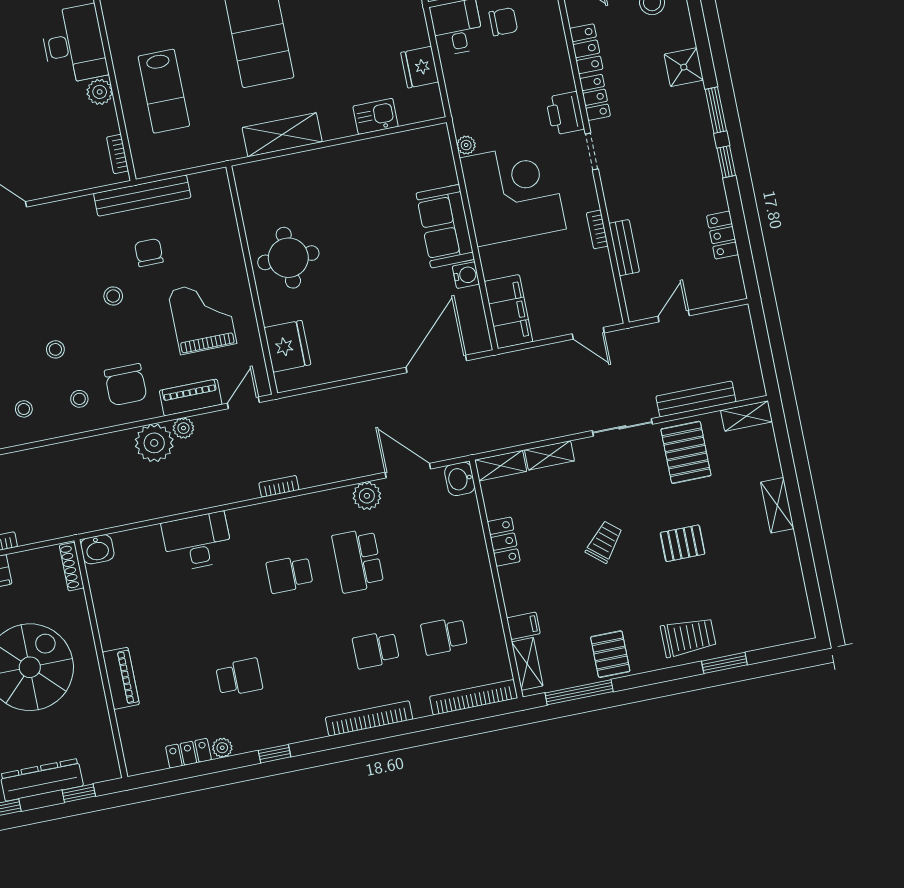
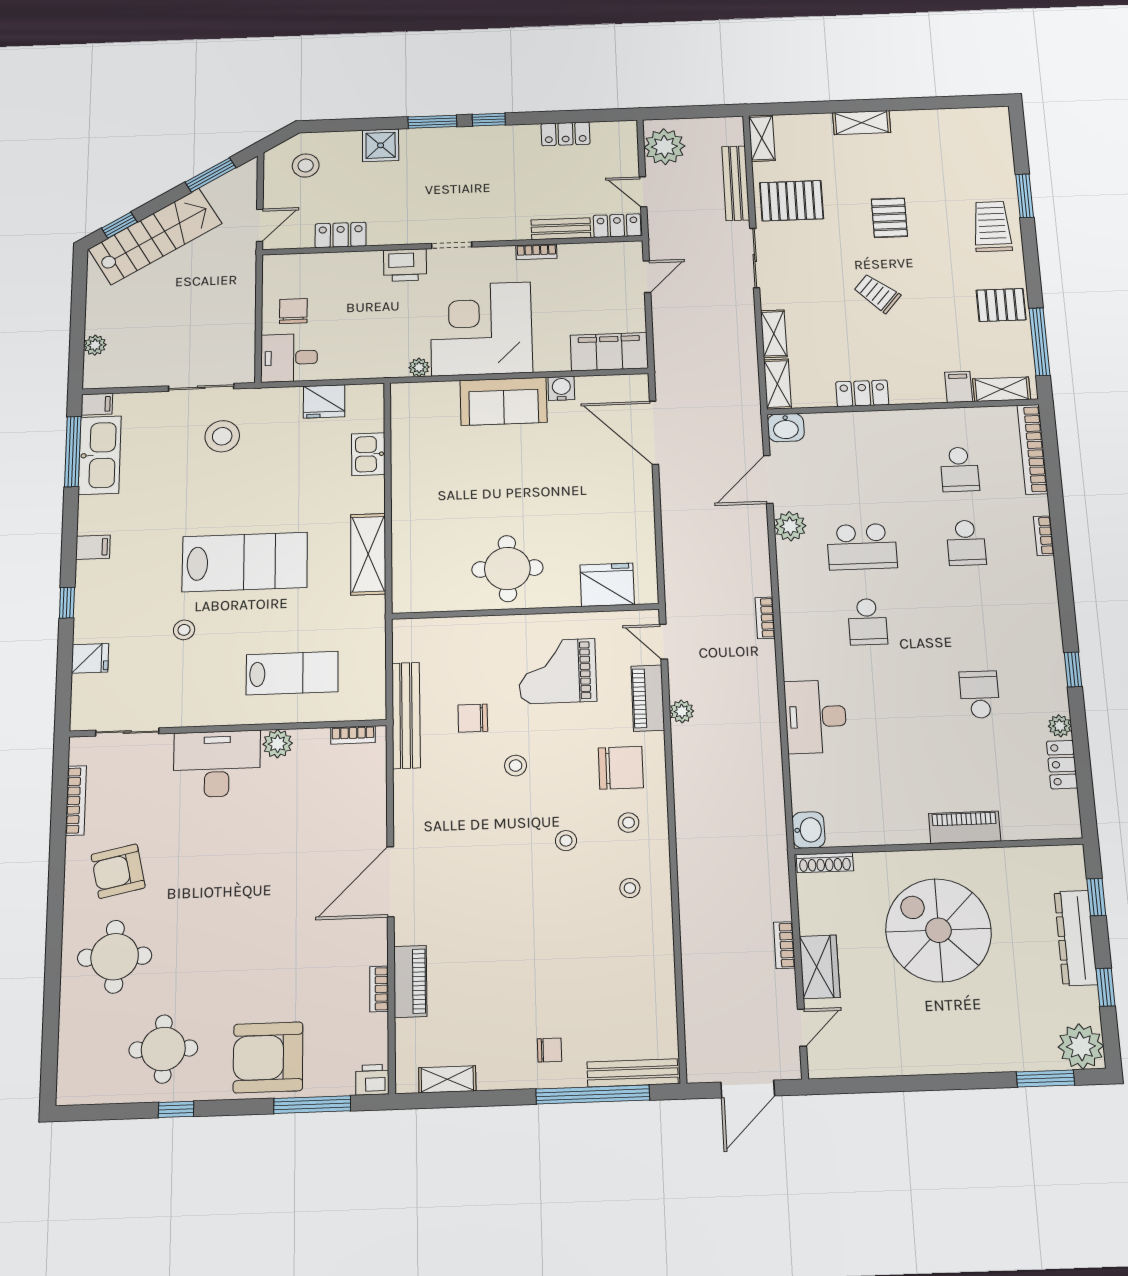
locker: (595, 97) -> (617, 226), moved
plant: (154, 443) -> (664, 147), moved
bookcase: (369, 718) -> (1044, 536), width x0.43, depth x0.76

